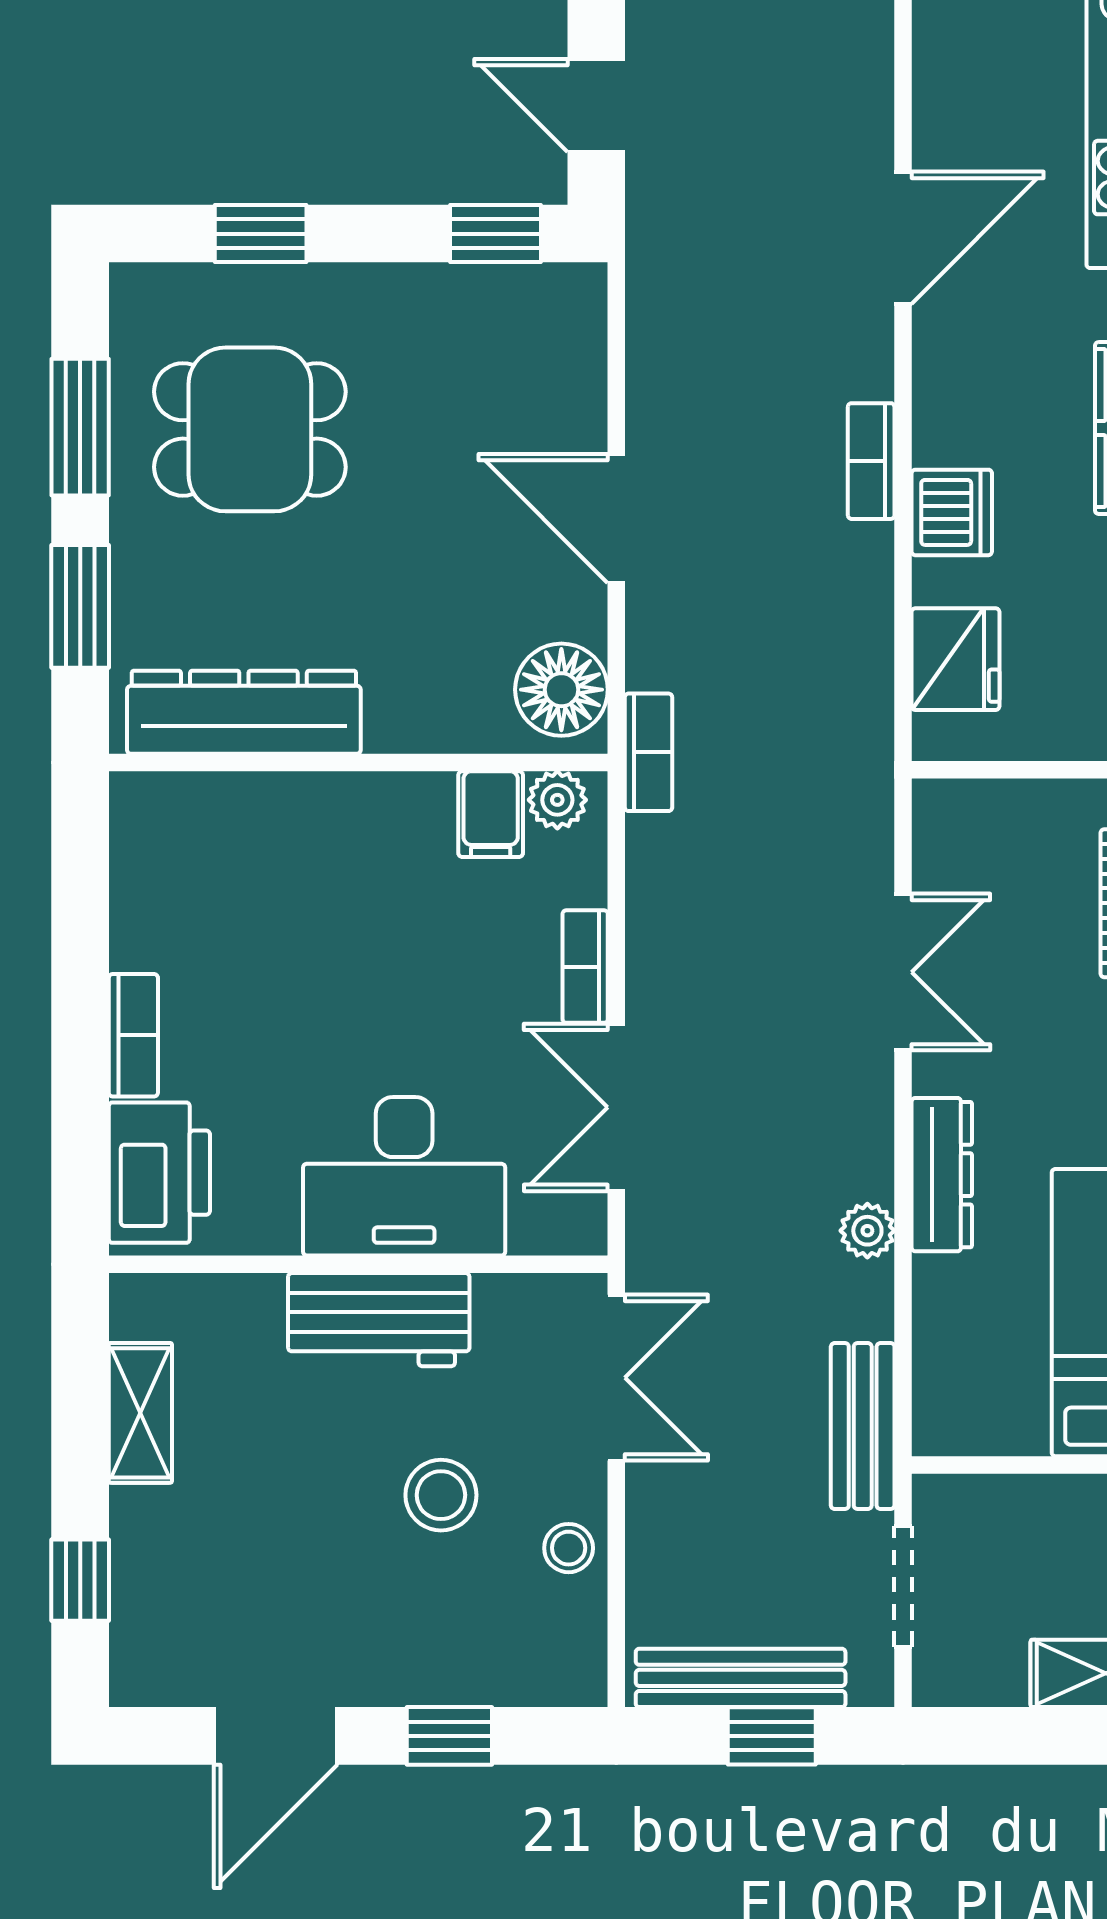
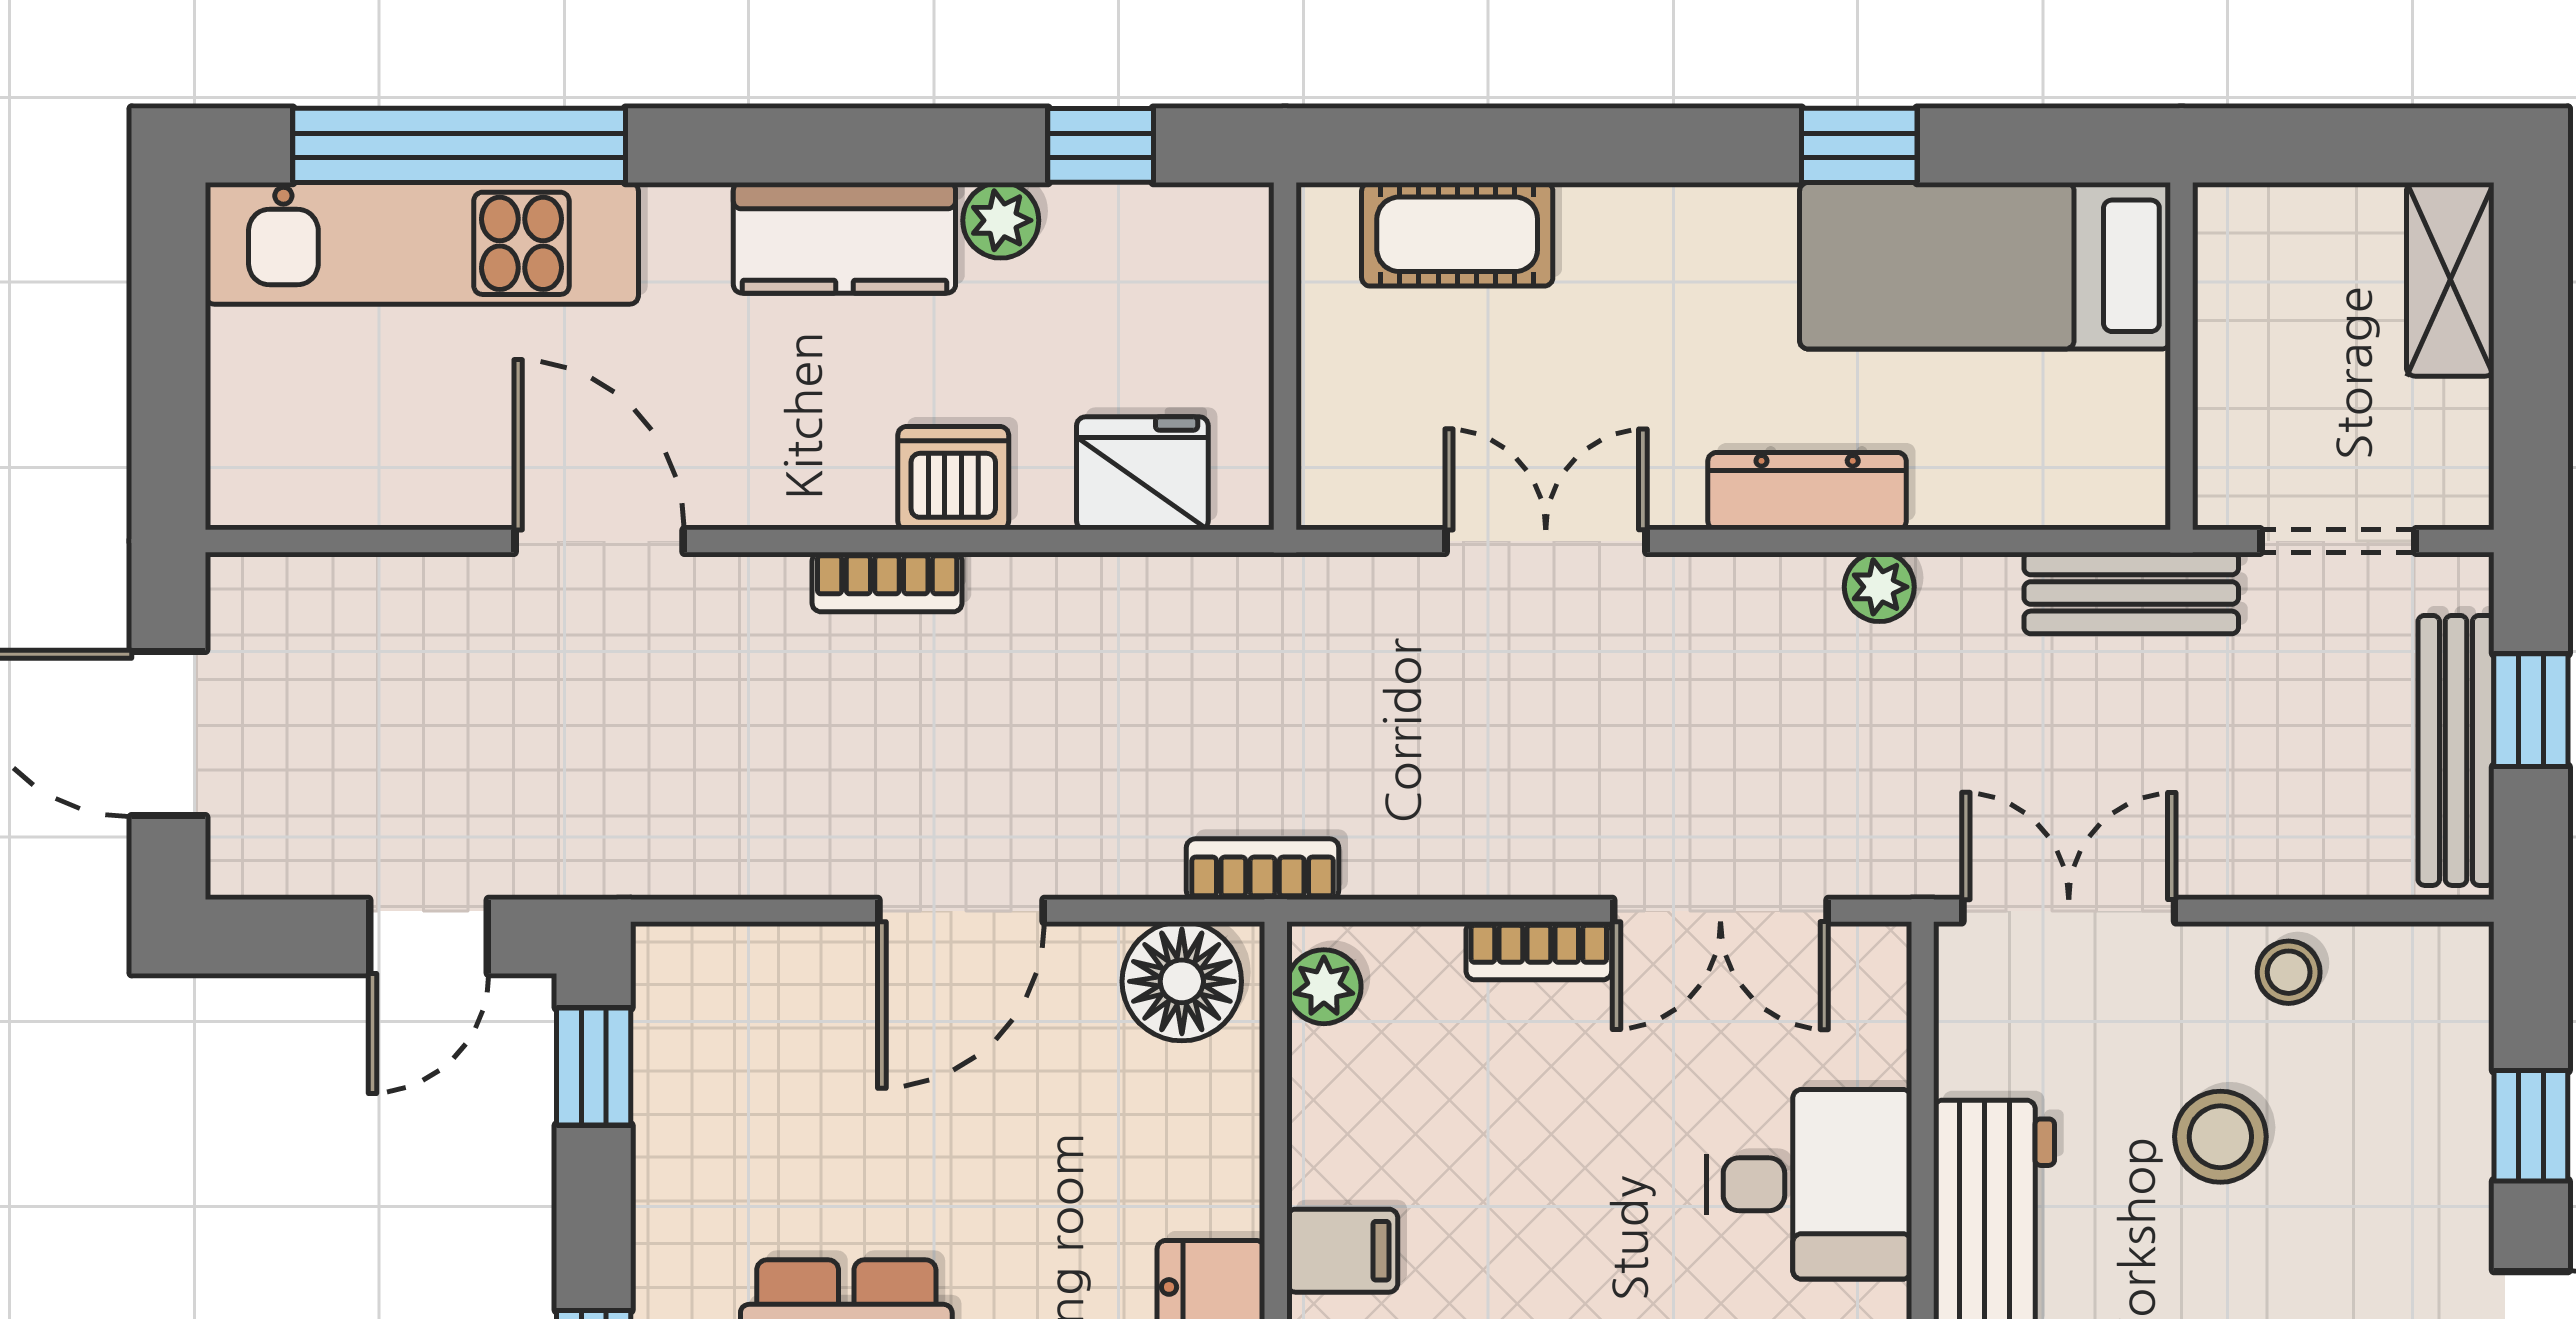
filing cabinet: (491, 814) -> (1342, 1251), moved
desk: (404, 1176) -> (1809, 1184), width x0.73

